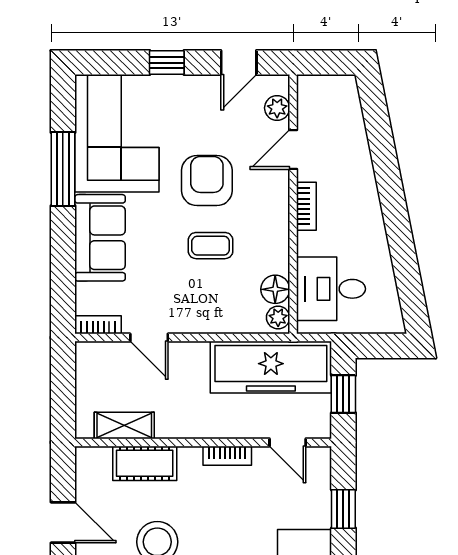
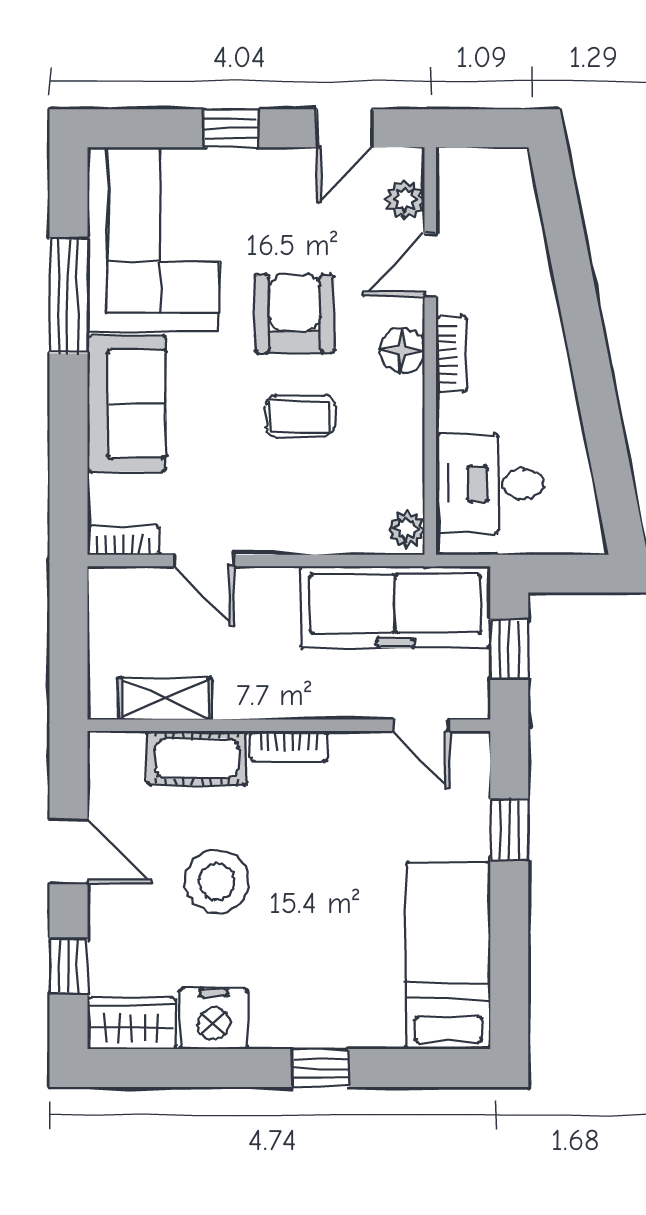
floor lamp: (275, 289) -> (402, 350), moved
bookcase: (227, 456) -> (289, 746), moved

